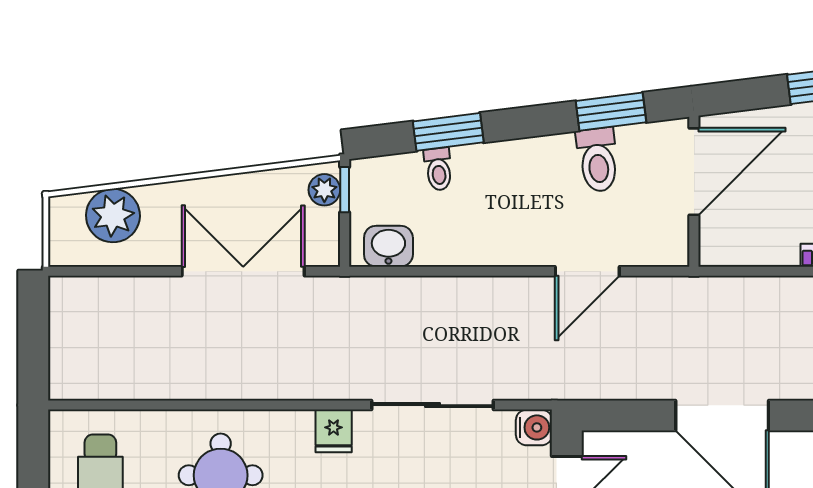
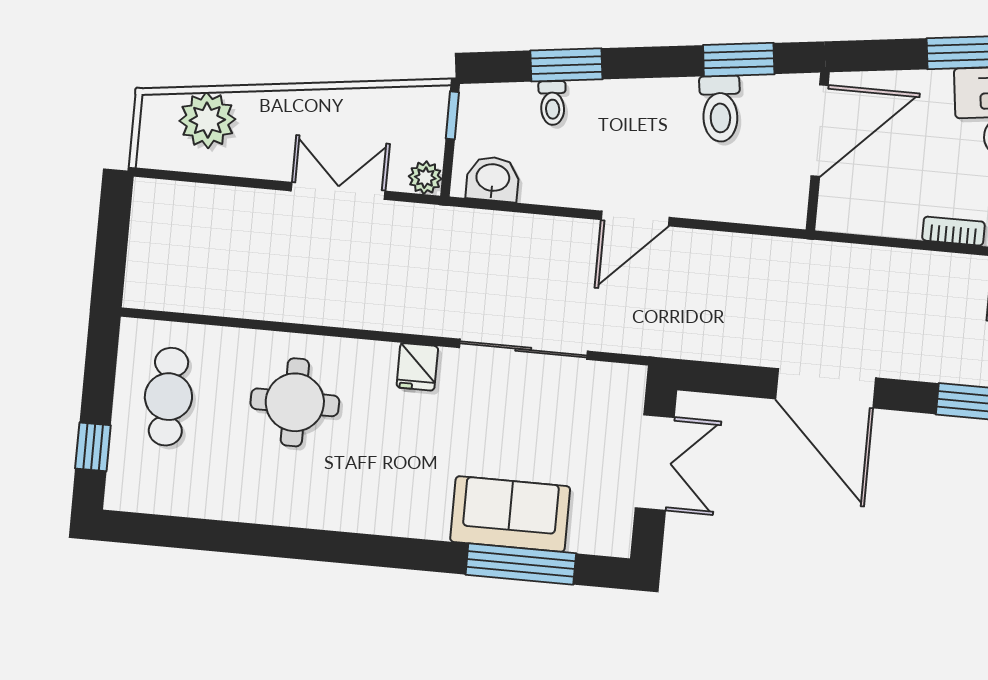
plant: (324, 190) -> (425, 178), moved
double door: (243, 271) -> (338, 191), width x0.73
door: (587, 271) -> (635, 218), moved
water cooler: (534, 427) -> (627, 383), removed

